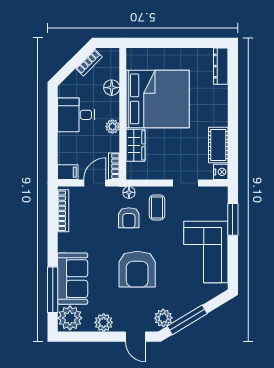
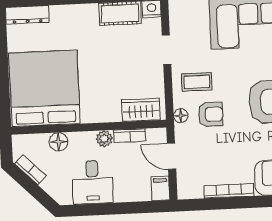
bed: (158, 99) -> (44, 88), moved
wardrobe: (135, 145) -> (141, 110), moved
bookcase: (114, 166) -> (130, 136), moved
bookcase: (63, 211) -> (229, 191), moved

